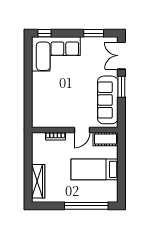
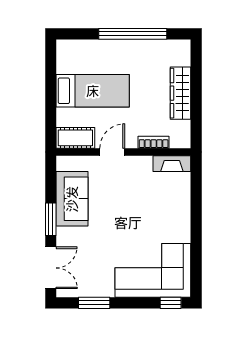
sofa: (108, 100) -> (72, 199), width x0.73
fireplace: (44, 123) -> (172, 164), added
wardrobe: (38, 181) -> (181, 93), moved
window: (86, 206) -> (133, 34), moved

